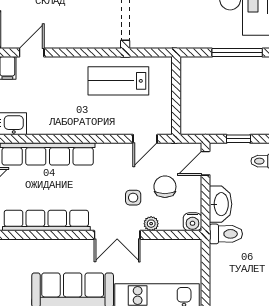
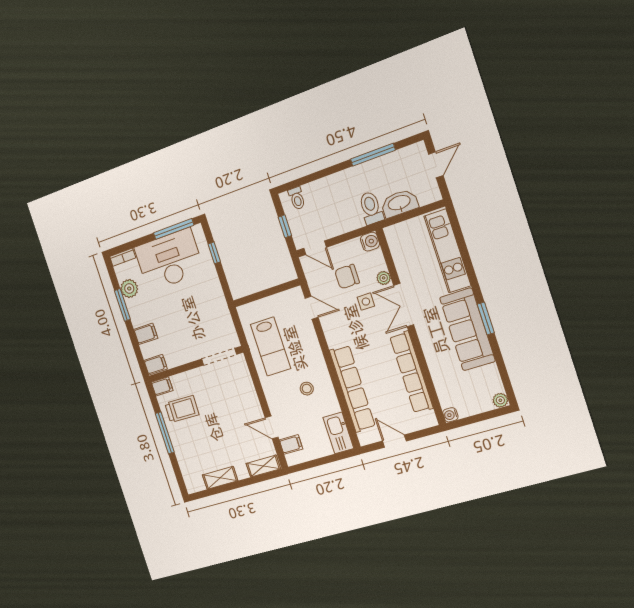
window: (237, 53) -> (214, 253), width x0.46
stool: (62, 105) -> (307, 389), added
washbasin: (221, 204) -> (399, 203), moved
double door: (117, 235) -> (404, 305), swing flipped

